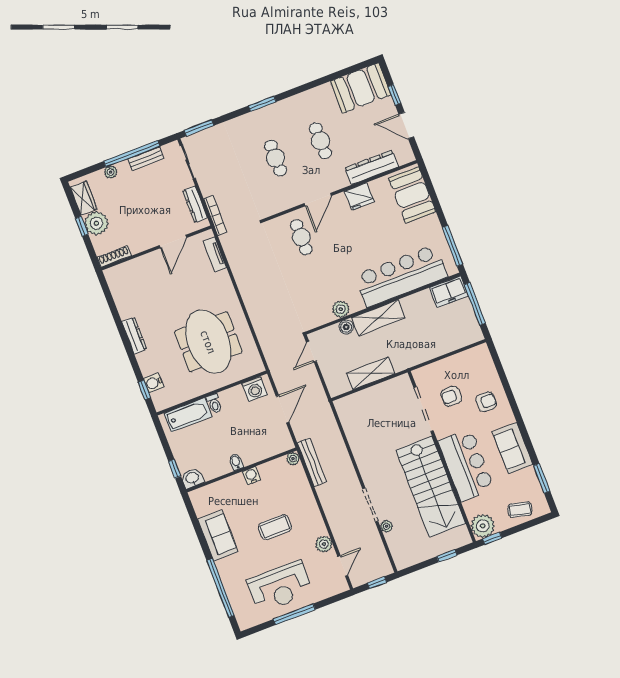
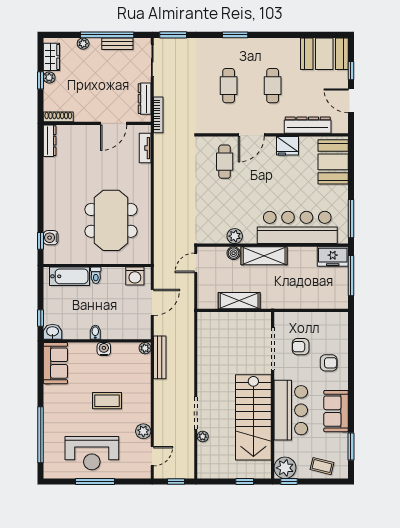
plant: (96, 223) -> (49, 78), width x0.53, depth x0.53
dresser: (134, 335) -> (50, 141), moved
sofa: (218, 535) -> (55, 363), moved

